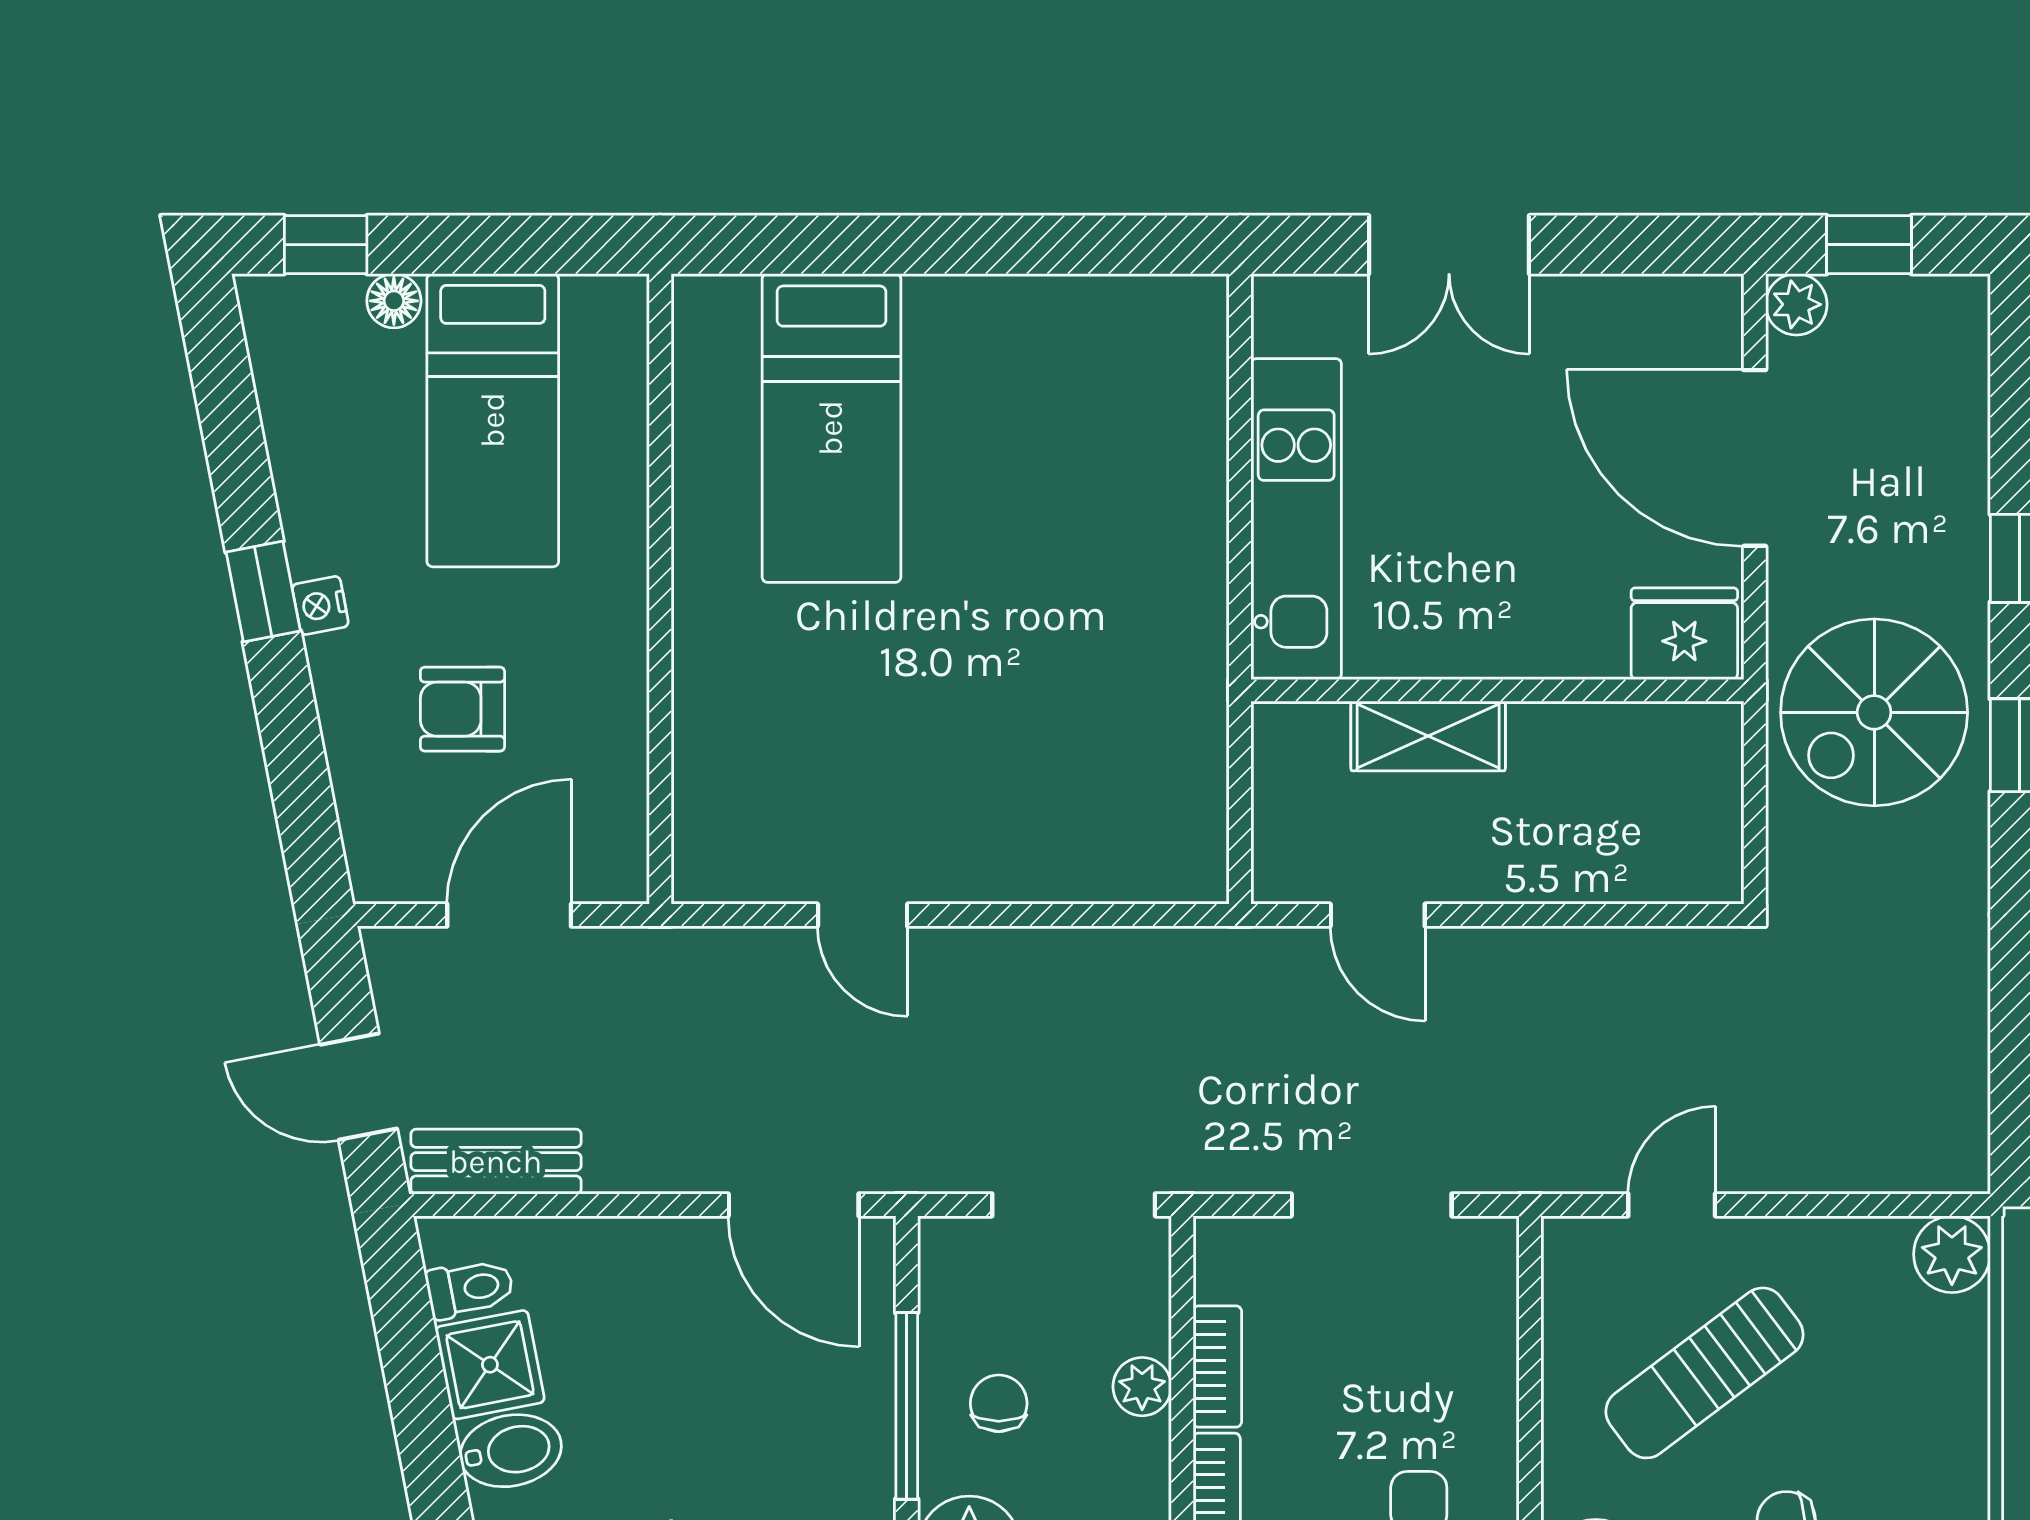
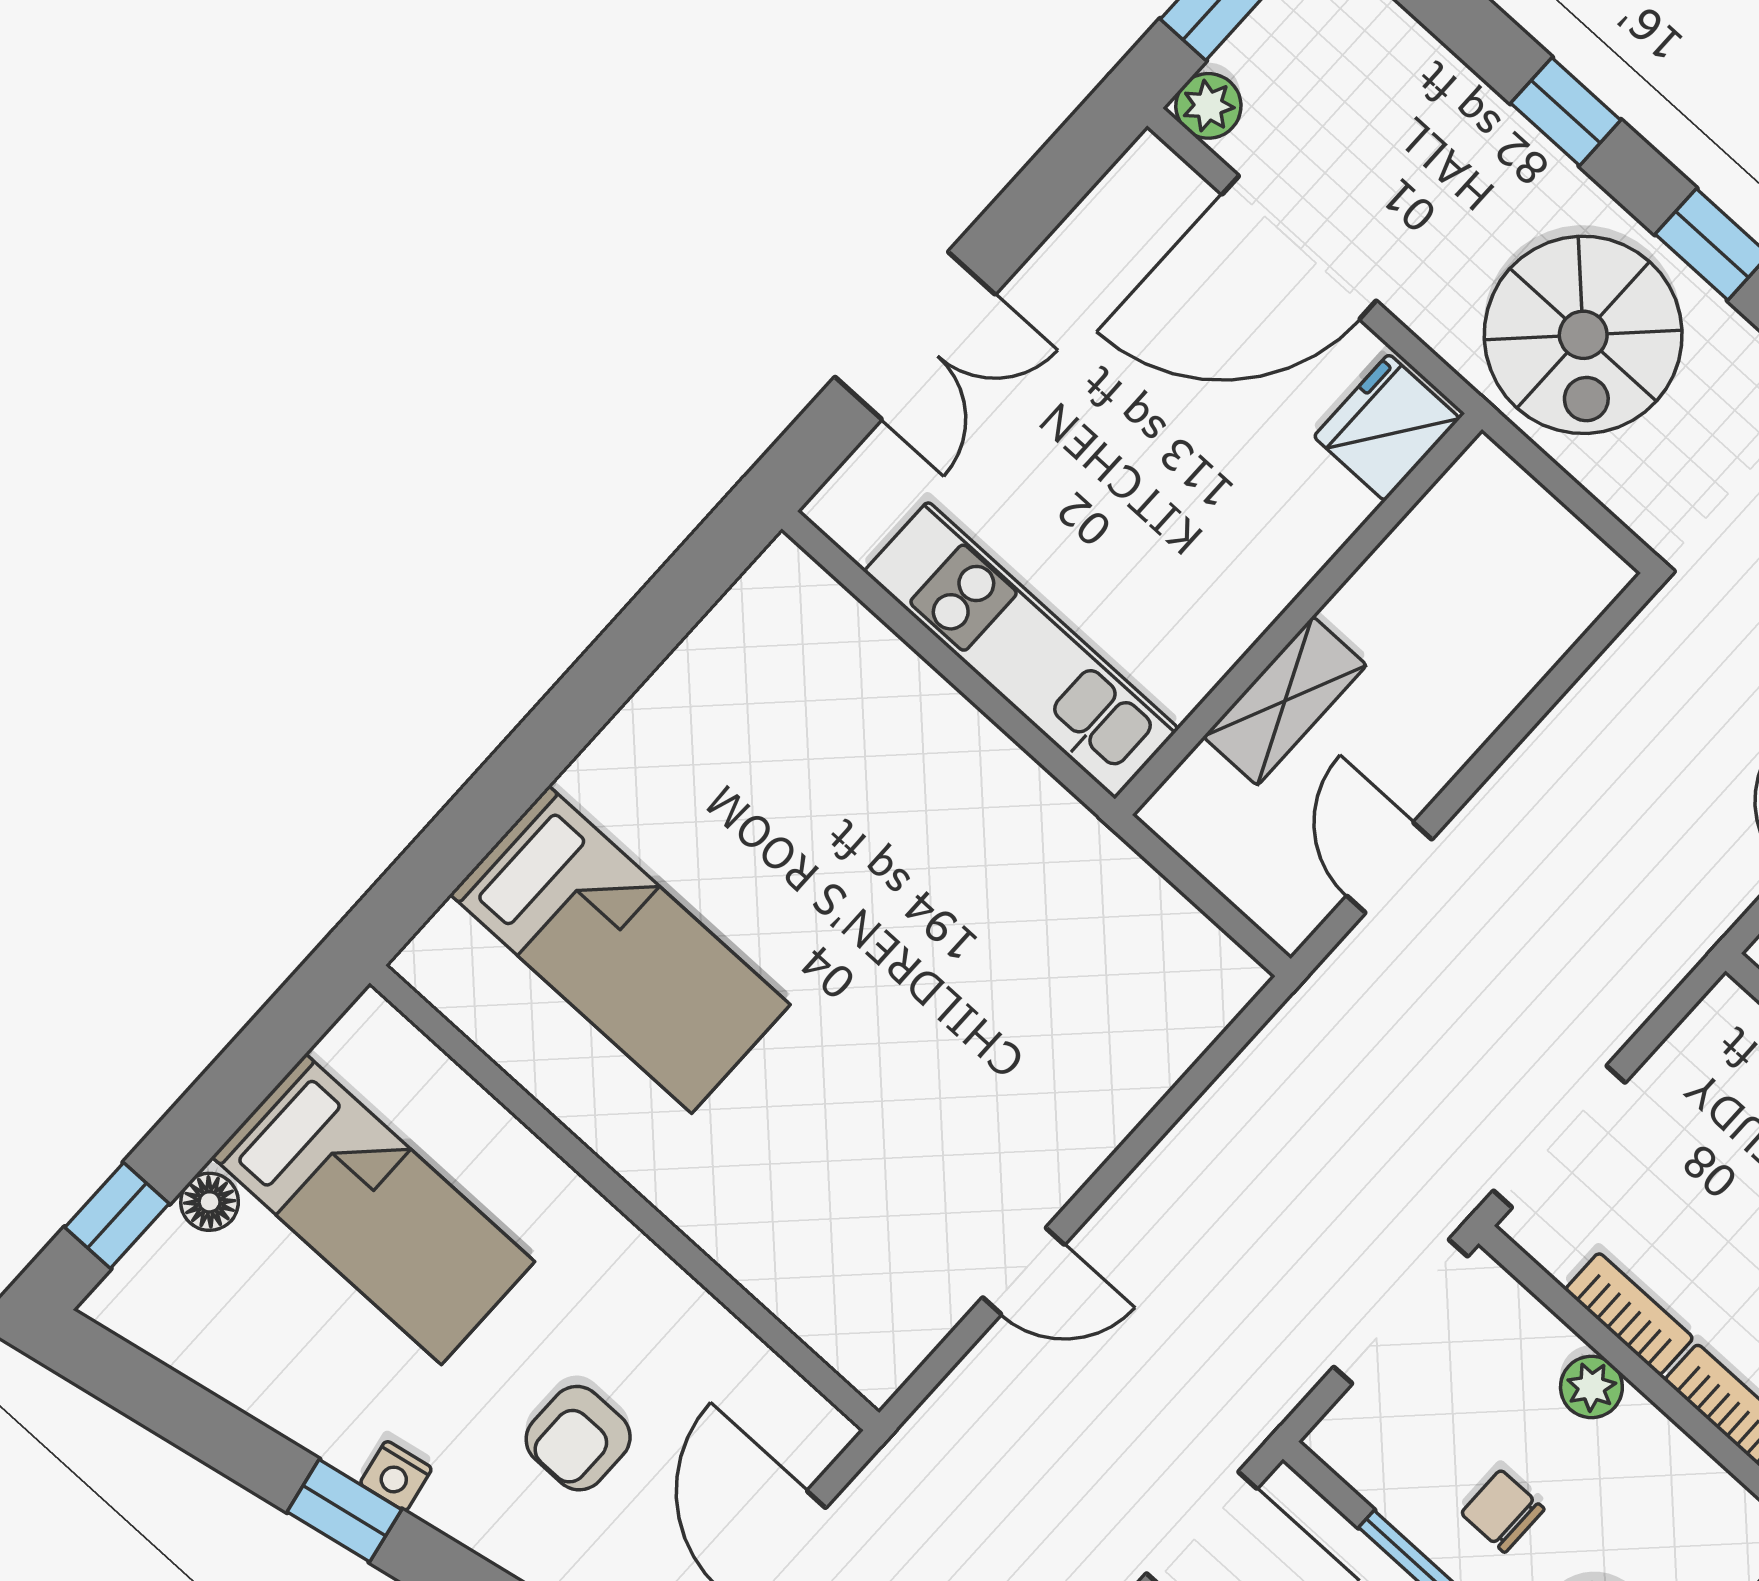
door: (1378, 915) -> (1389, 868), swing flipped
doorway: (1372, 1205) -> (1559, 1137), moved

